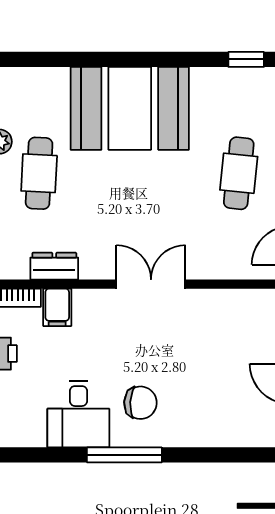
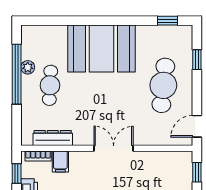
cafe table: (239, 173) -> (163, 85), width x1.37, depth x1.35
dresser: (54, 266) -> (53, 138), width x1.44

